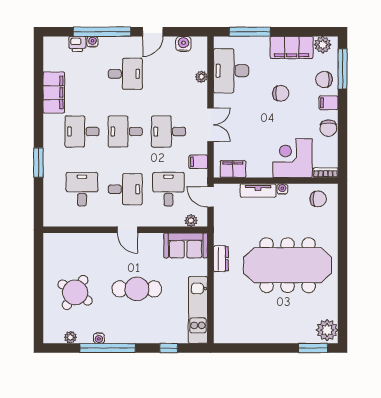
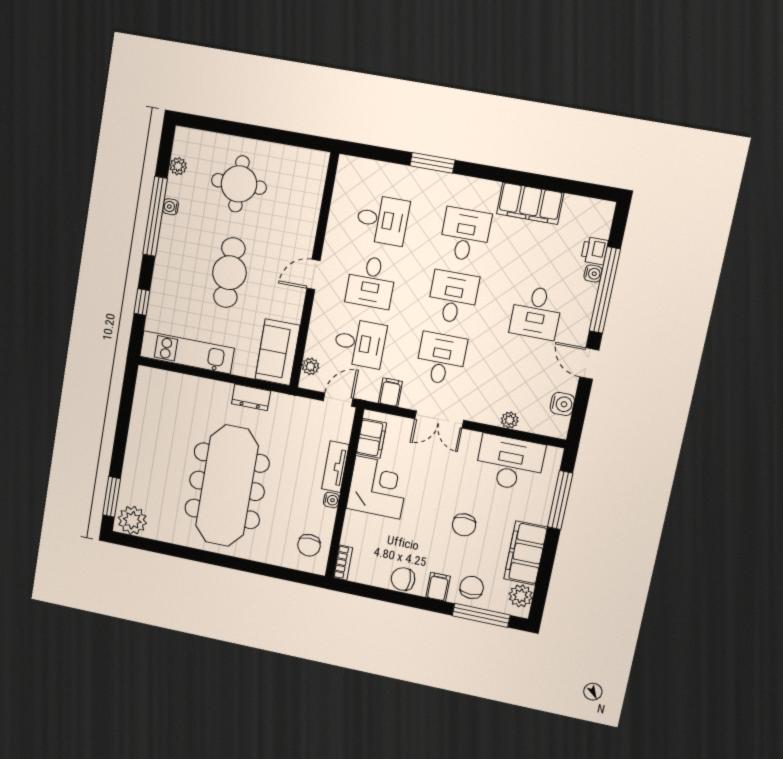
corner desk: (292, 158) -> (378, 487), moved
round table: (75, 292) -> (239, 184), turned -33

